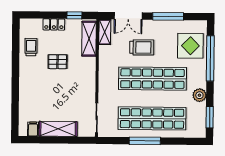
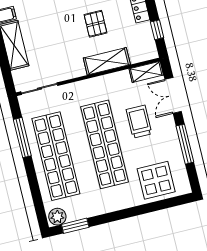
shelving: (89, 39) -> (107, 61), moved
trolley: (142, 47) -> (139, 122), turned 180
window: (210, 58) -> (147, 208), removed
plant: (199, 95) -> (57, 217), moved
window: (145, 141) -> (22, 138), moved

